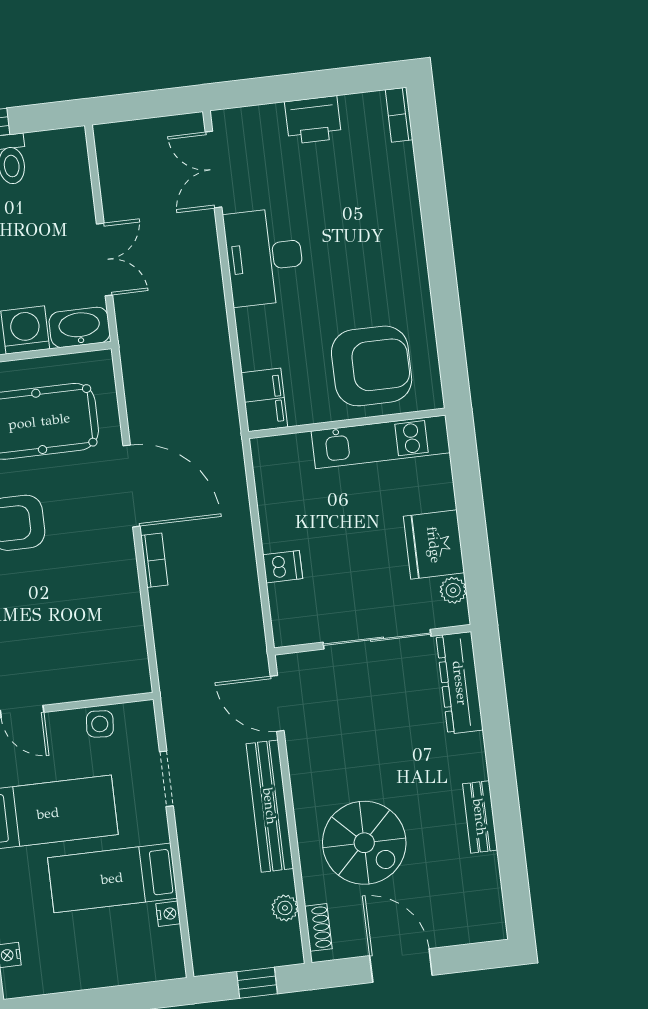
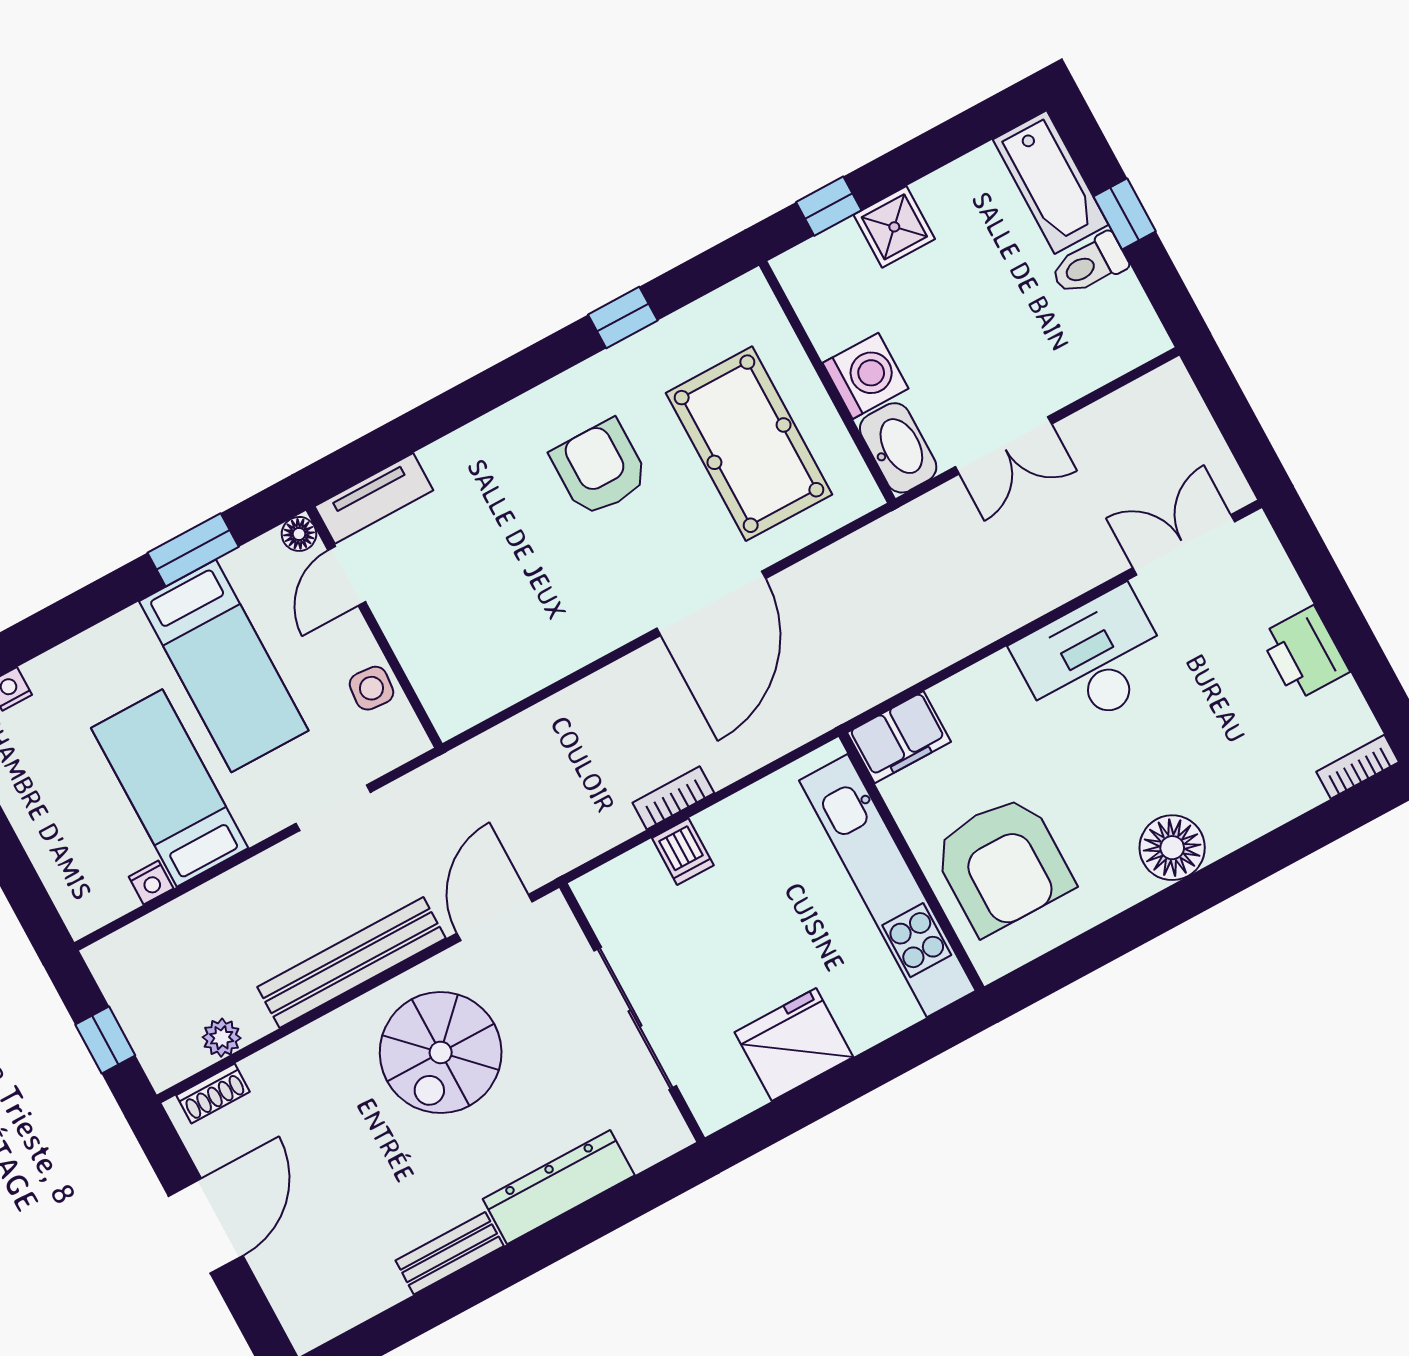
floor lamp: (404, 253) -> (1172, 848), added
kitchen unit: (381, 442) -> (887, 886), width x1.36
bookcase: (154, 560) -> (673, 798), moved, turned 180
plant: (453, 590) -> (742, 1095), removed
dresser: (460, 683) -> (559, 1187), moved
spiral stairs: (364, 843) -> (441, 1052), moved

